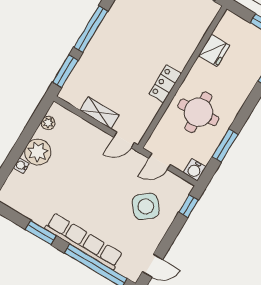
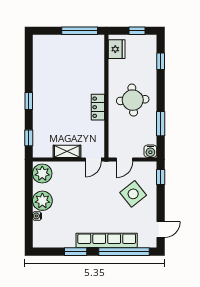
window: (91, 29) -> (29, 101), width x0.46
fridge: (214, 50) -> (117, 49), moved
window: (65, 71) -> (29, 138), width x0.67
round table: (198, 112) -> (133, 100), moved
plant: (48, 123) -> (42, 173), width x1.88, depth x1.88

